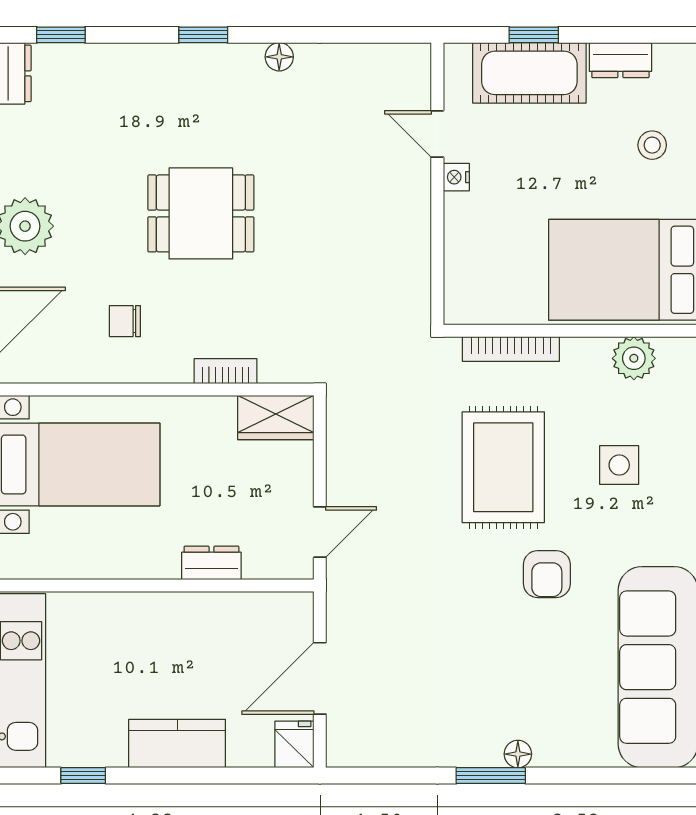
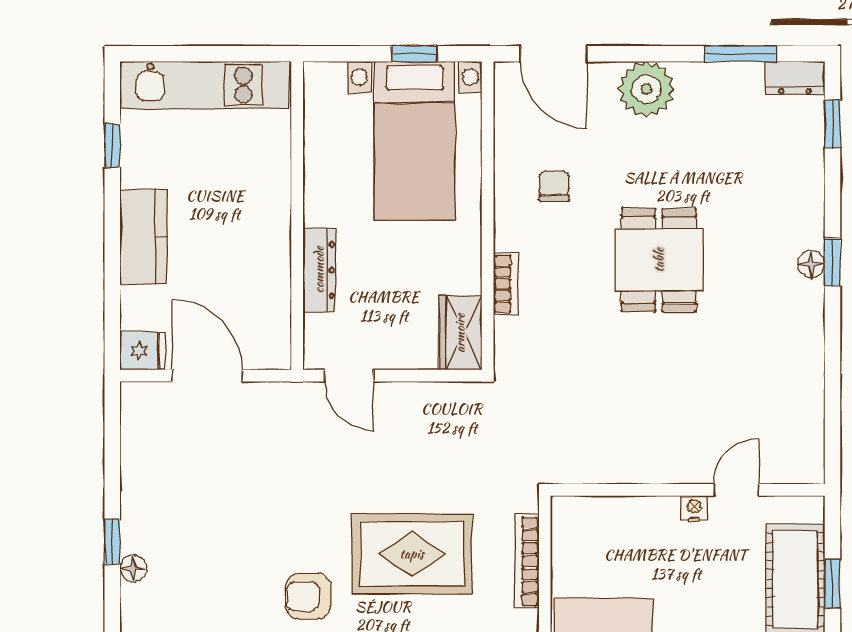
floor lamp: (279, 57) -> (811, 264), moved
dresser: (211, 563) -> (319, 270), width x1.44
window: (491, 776) -> (112, 542), width x0.67

